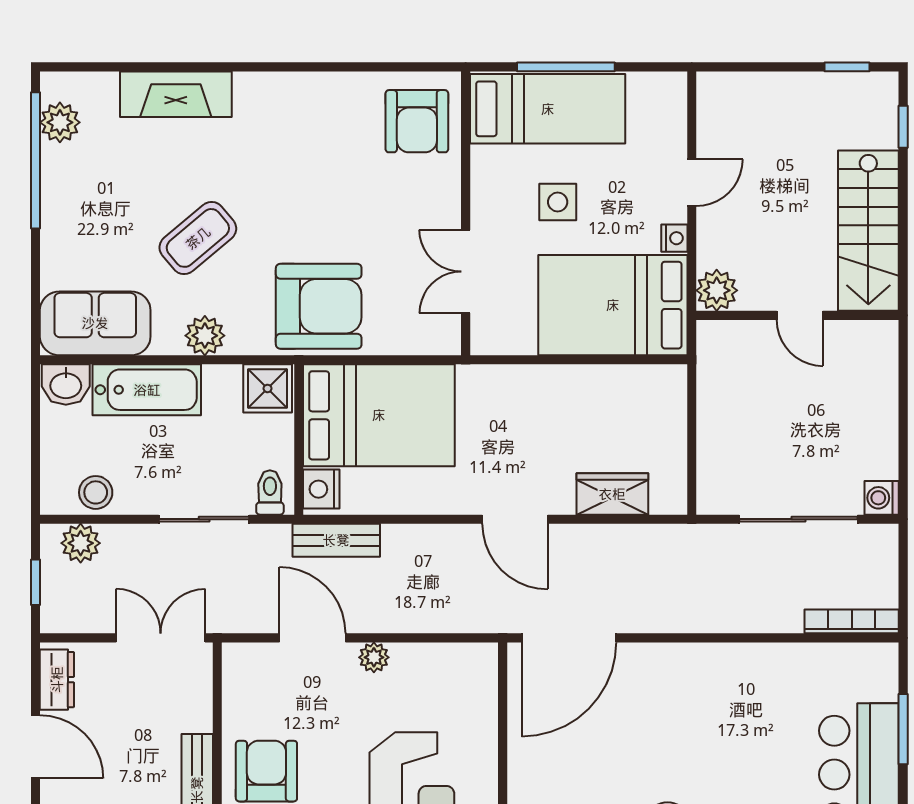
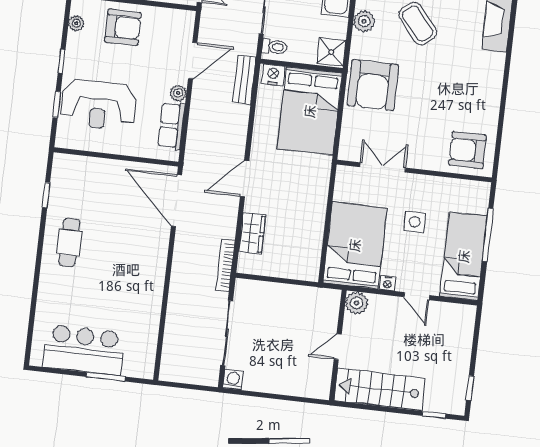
bed: (548, 109) -> (464, 256), moved, turned 180
bookcase: (852, 621) -> (225, 265), moved, turned 180
row of seats: (434, 663) -> (171, 126), added

